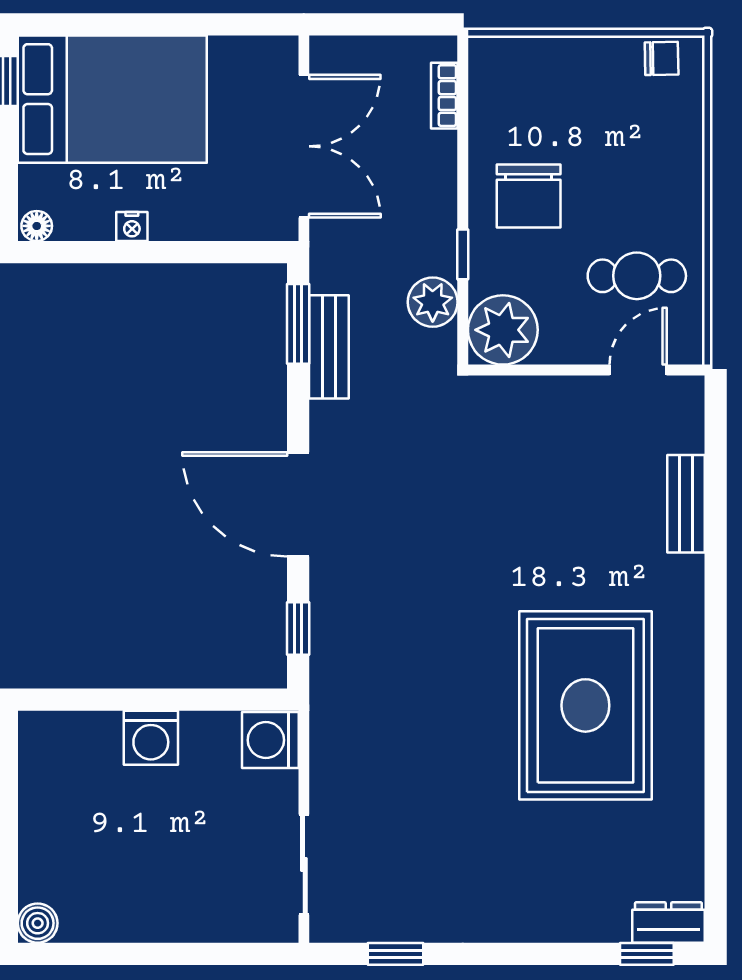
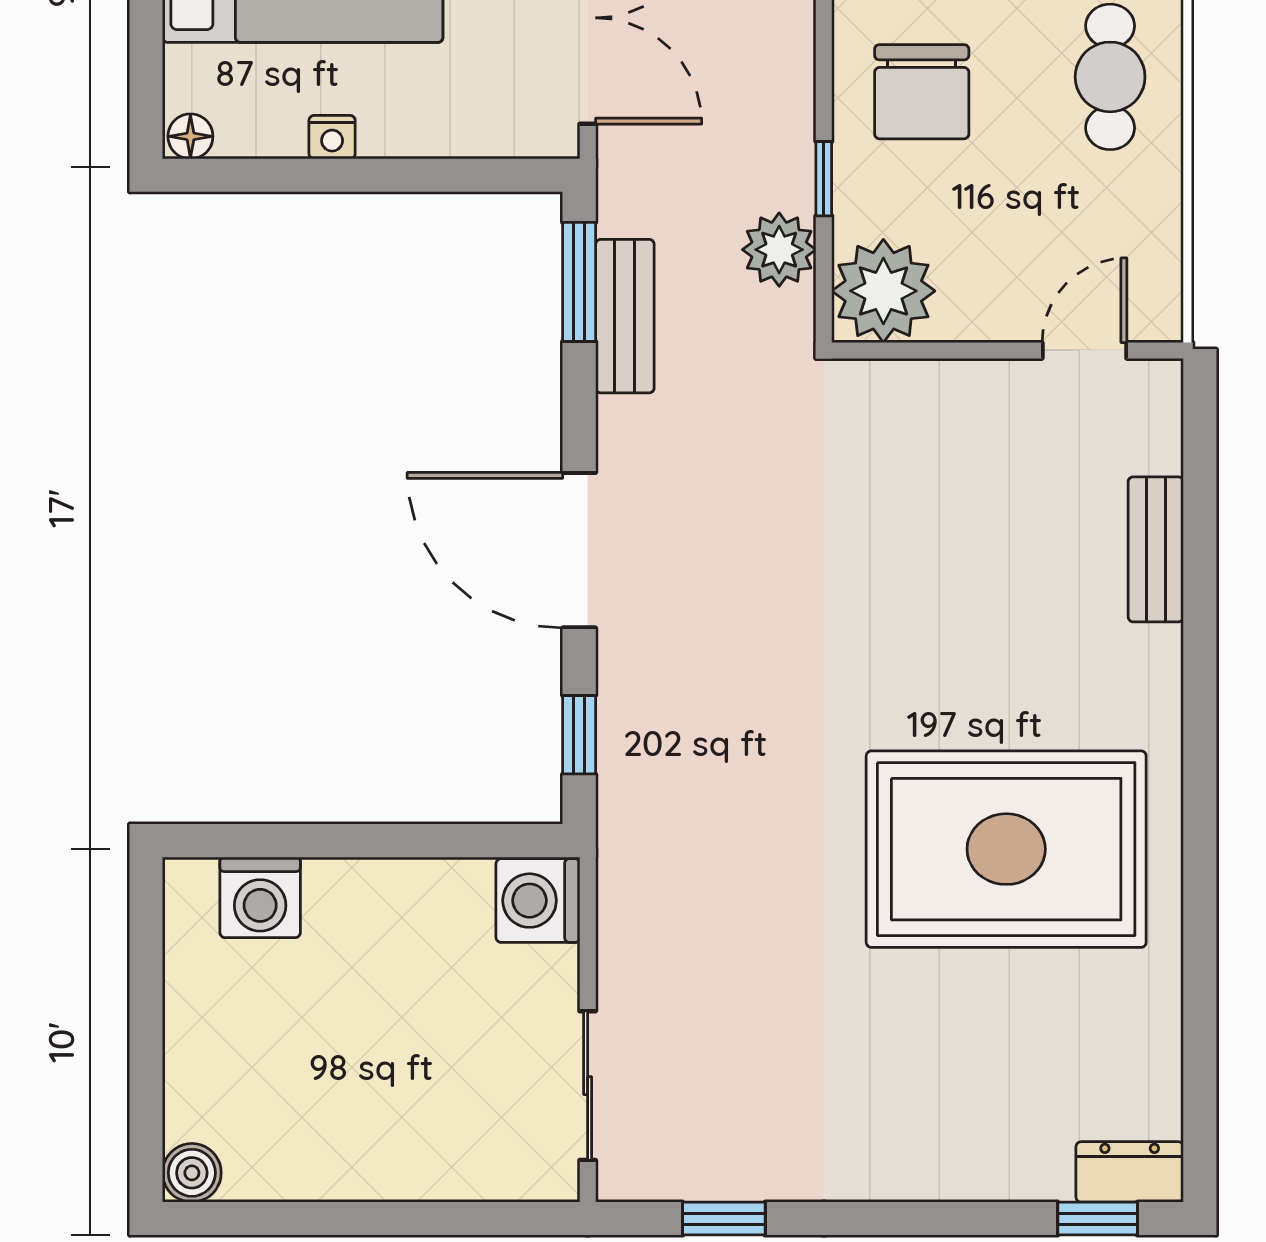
cafe table: (637, 276) -> (1110, 77), moved, turned 90
rug: (585, 705) -> (1006, 849), turned 90
washing machine: (151, 738) -> (260, 897), moved

